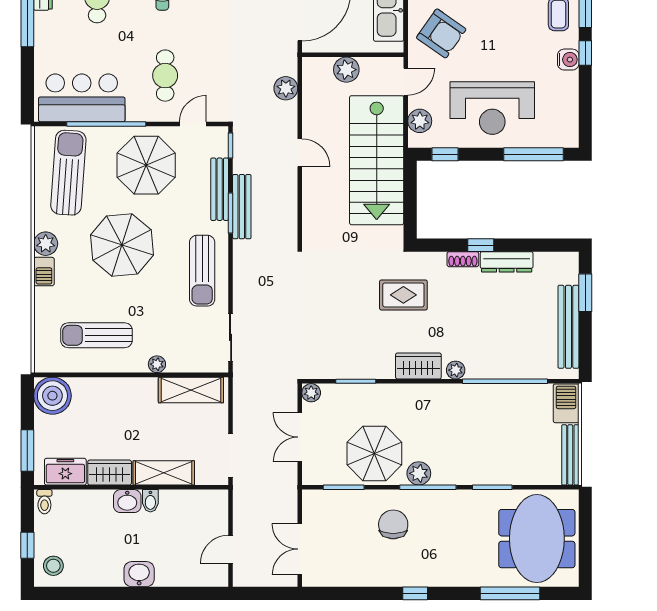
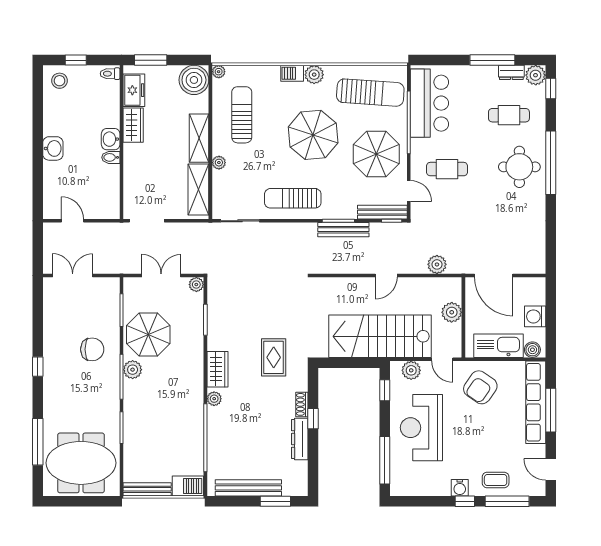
bench: (220, 189) -> (382, 212), moved
plant: (42, 365) -> (219, 72), added
shelving: (164, 473) -> (199, 138), moved

